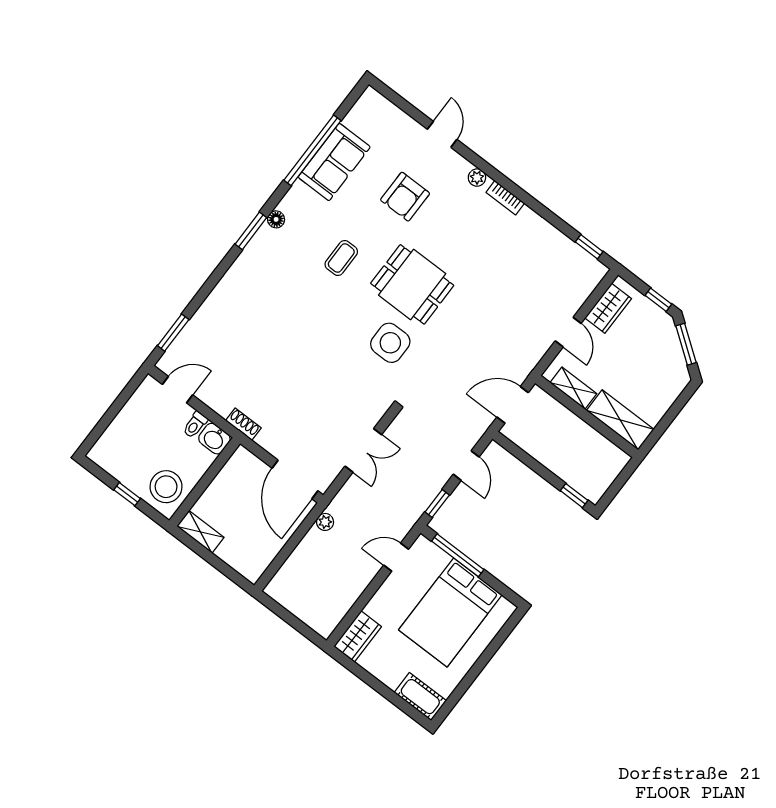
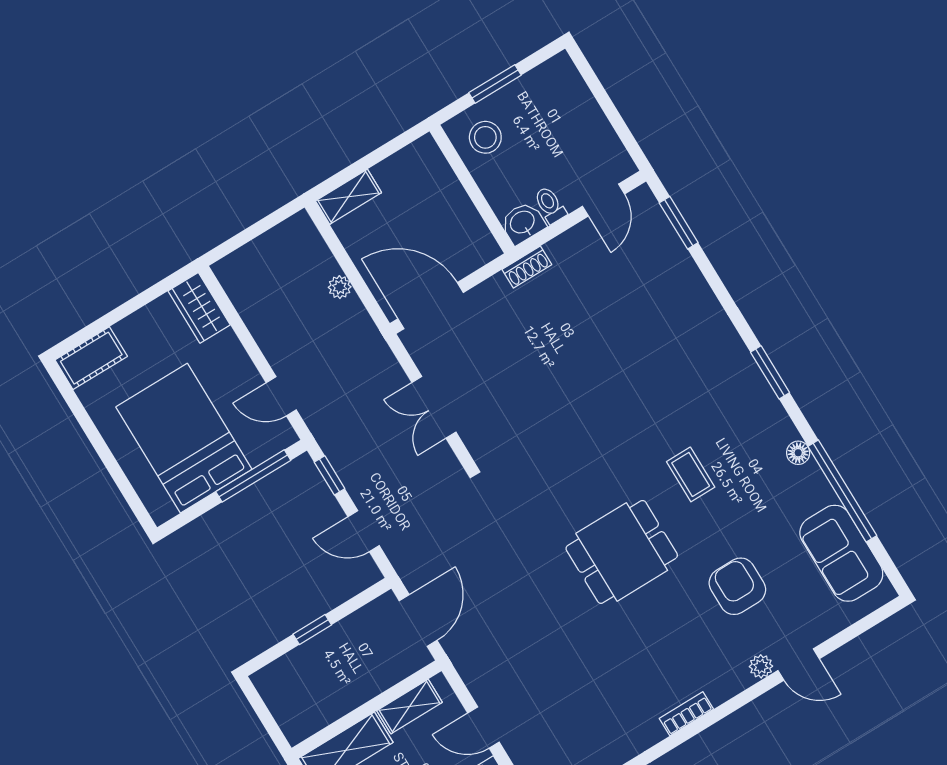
sofa: (334, 162) -> (841, 553), moved
plant: (477, 178) -> (761, 666), moved
floor lamp: (276, 219) -> (798, 453), moved
side table: (390, 343) -> (558, 495), removed
stool: (166, 487) -> (485, 137), width x0.73, depth x0.73
window: (127, 494) -> (495, 84), width x1.50
window: (574, 496) -> (312, 630), moved
plant: (325, 522) -> (340, 287), moved
shelving: (200, 532) -> (348, 197), moved
door: (396, 557) -> (281, 396), swing flipped

